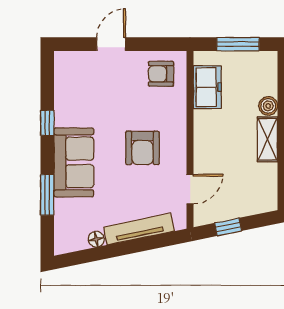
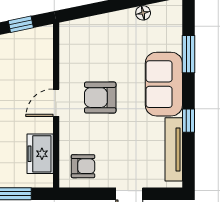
armchair: (142, 148) -> (100, 98), turned -90
door: (190, 189) -> (56, 103), moved
tv unit: (139, 229) -> (174, 149), moved, turned 102

